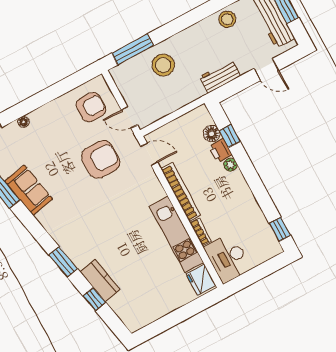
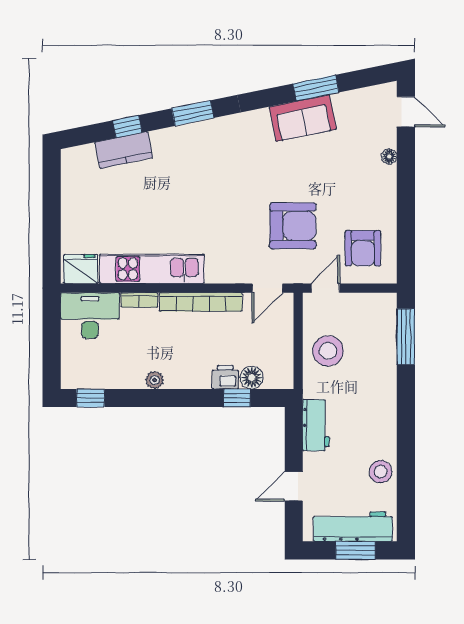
stool: (163, 65) -> (328, 351), moved
armchair: (101, 159) -> (293, 226), turned -90
plant: (230, 165) -> (155, 380), moved
kitchen counter: (100, 281) -> (124, 150), moved

